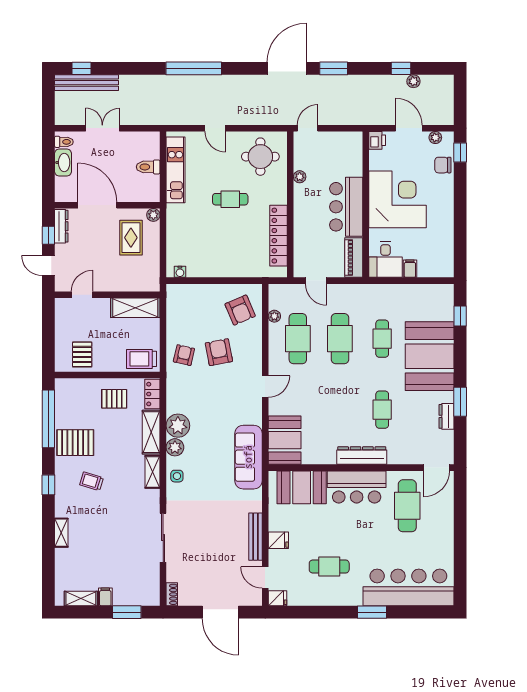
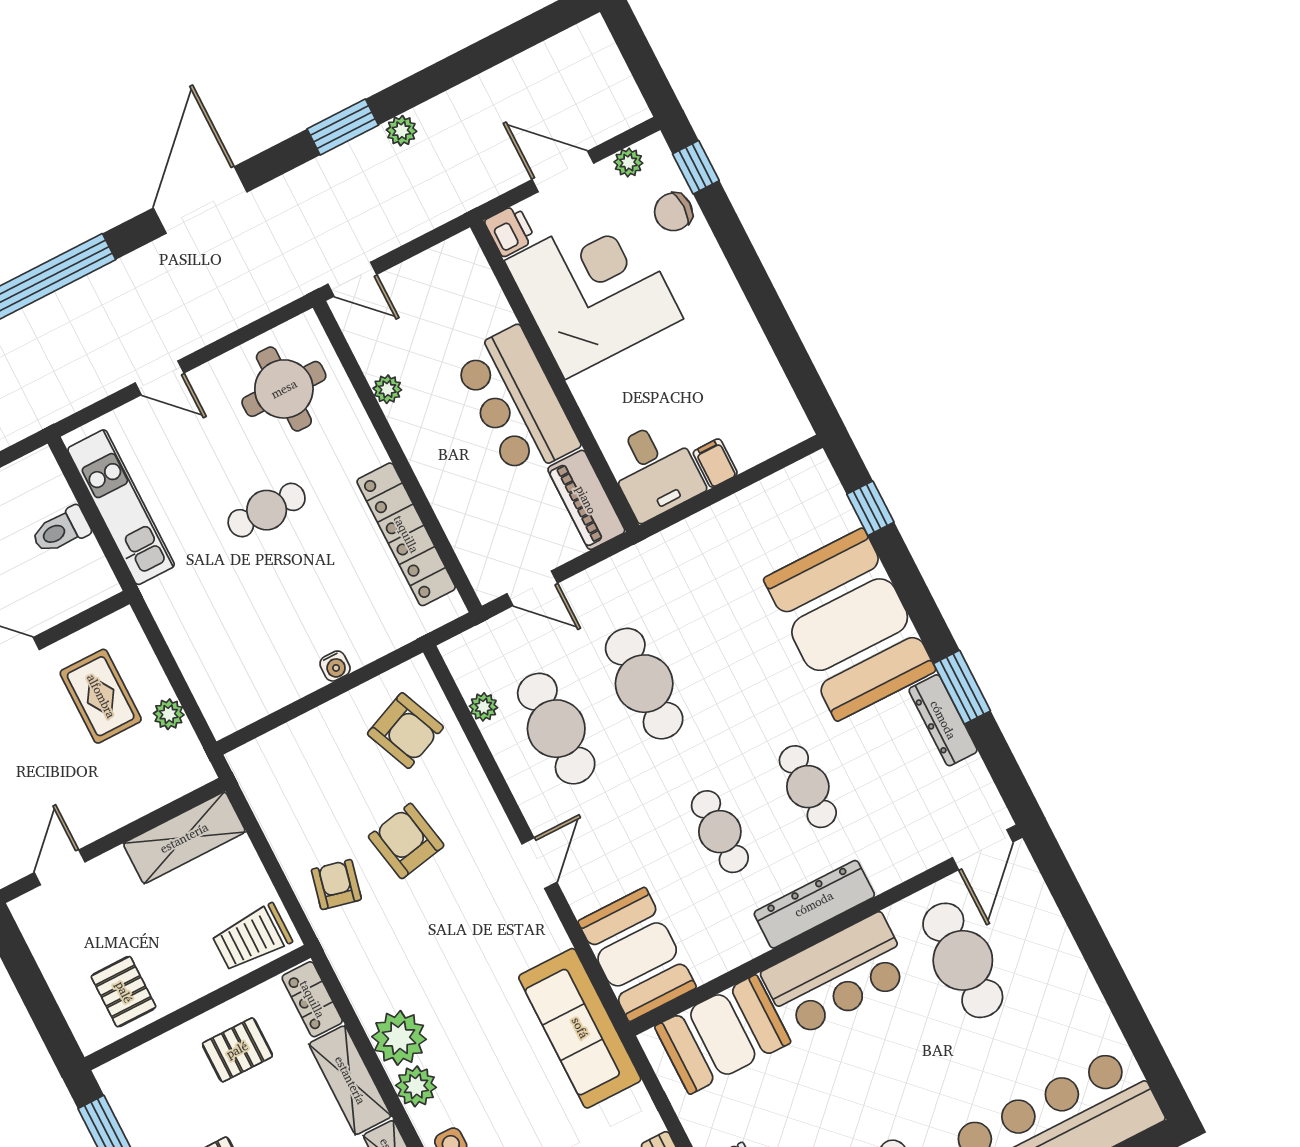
door: (287, 68) -> (200, 200), moved
window: (401, 68) -> (483, 55), removed
plant: (413, 81) -> (402, 131), moved
door: (308, 128) -> (352, 279), swing flipped
corner desk: (398, 199) -> (594, 290), moved
plant: (153, 215) -> (169, 714), moved
water cooler: (180, 272) -> (335, 666), moved
cafe table: (382, 339) -> (720, 832), moved
dresser: (446, 416) -> (943, 720), width x1.44

